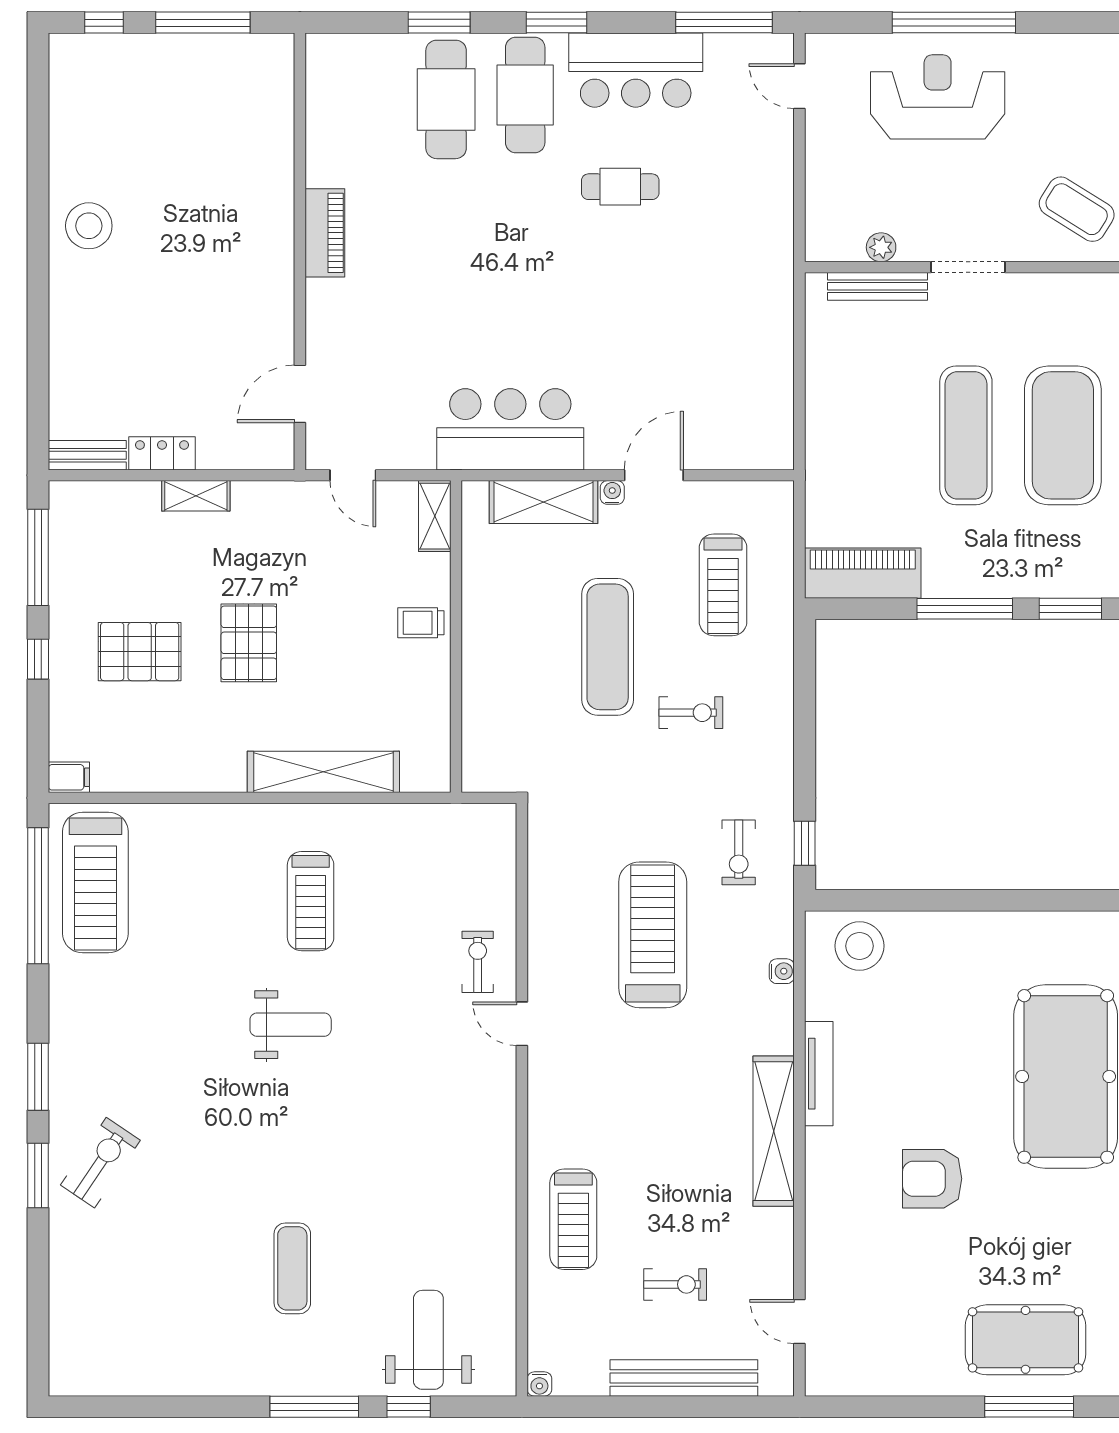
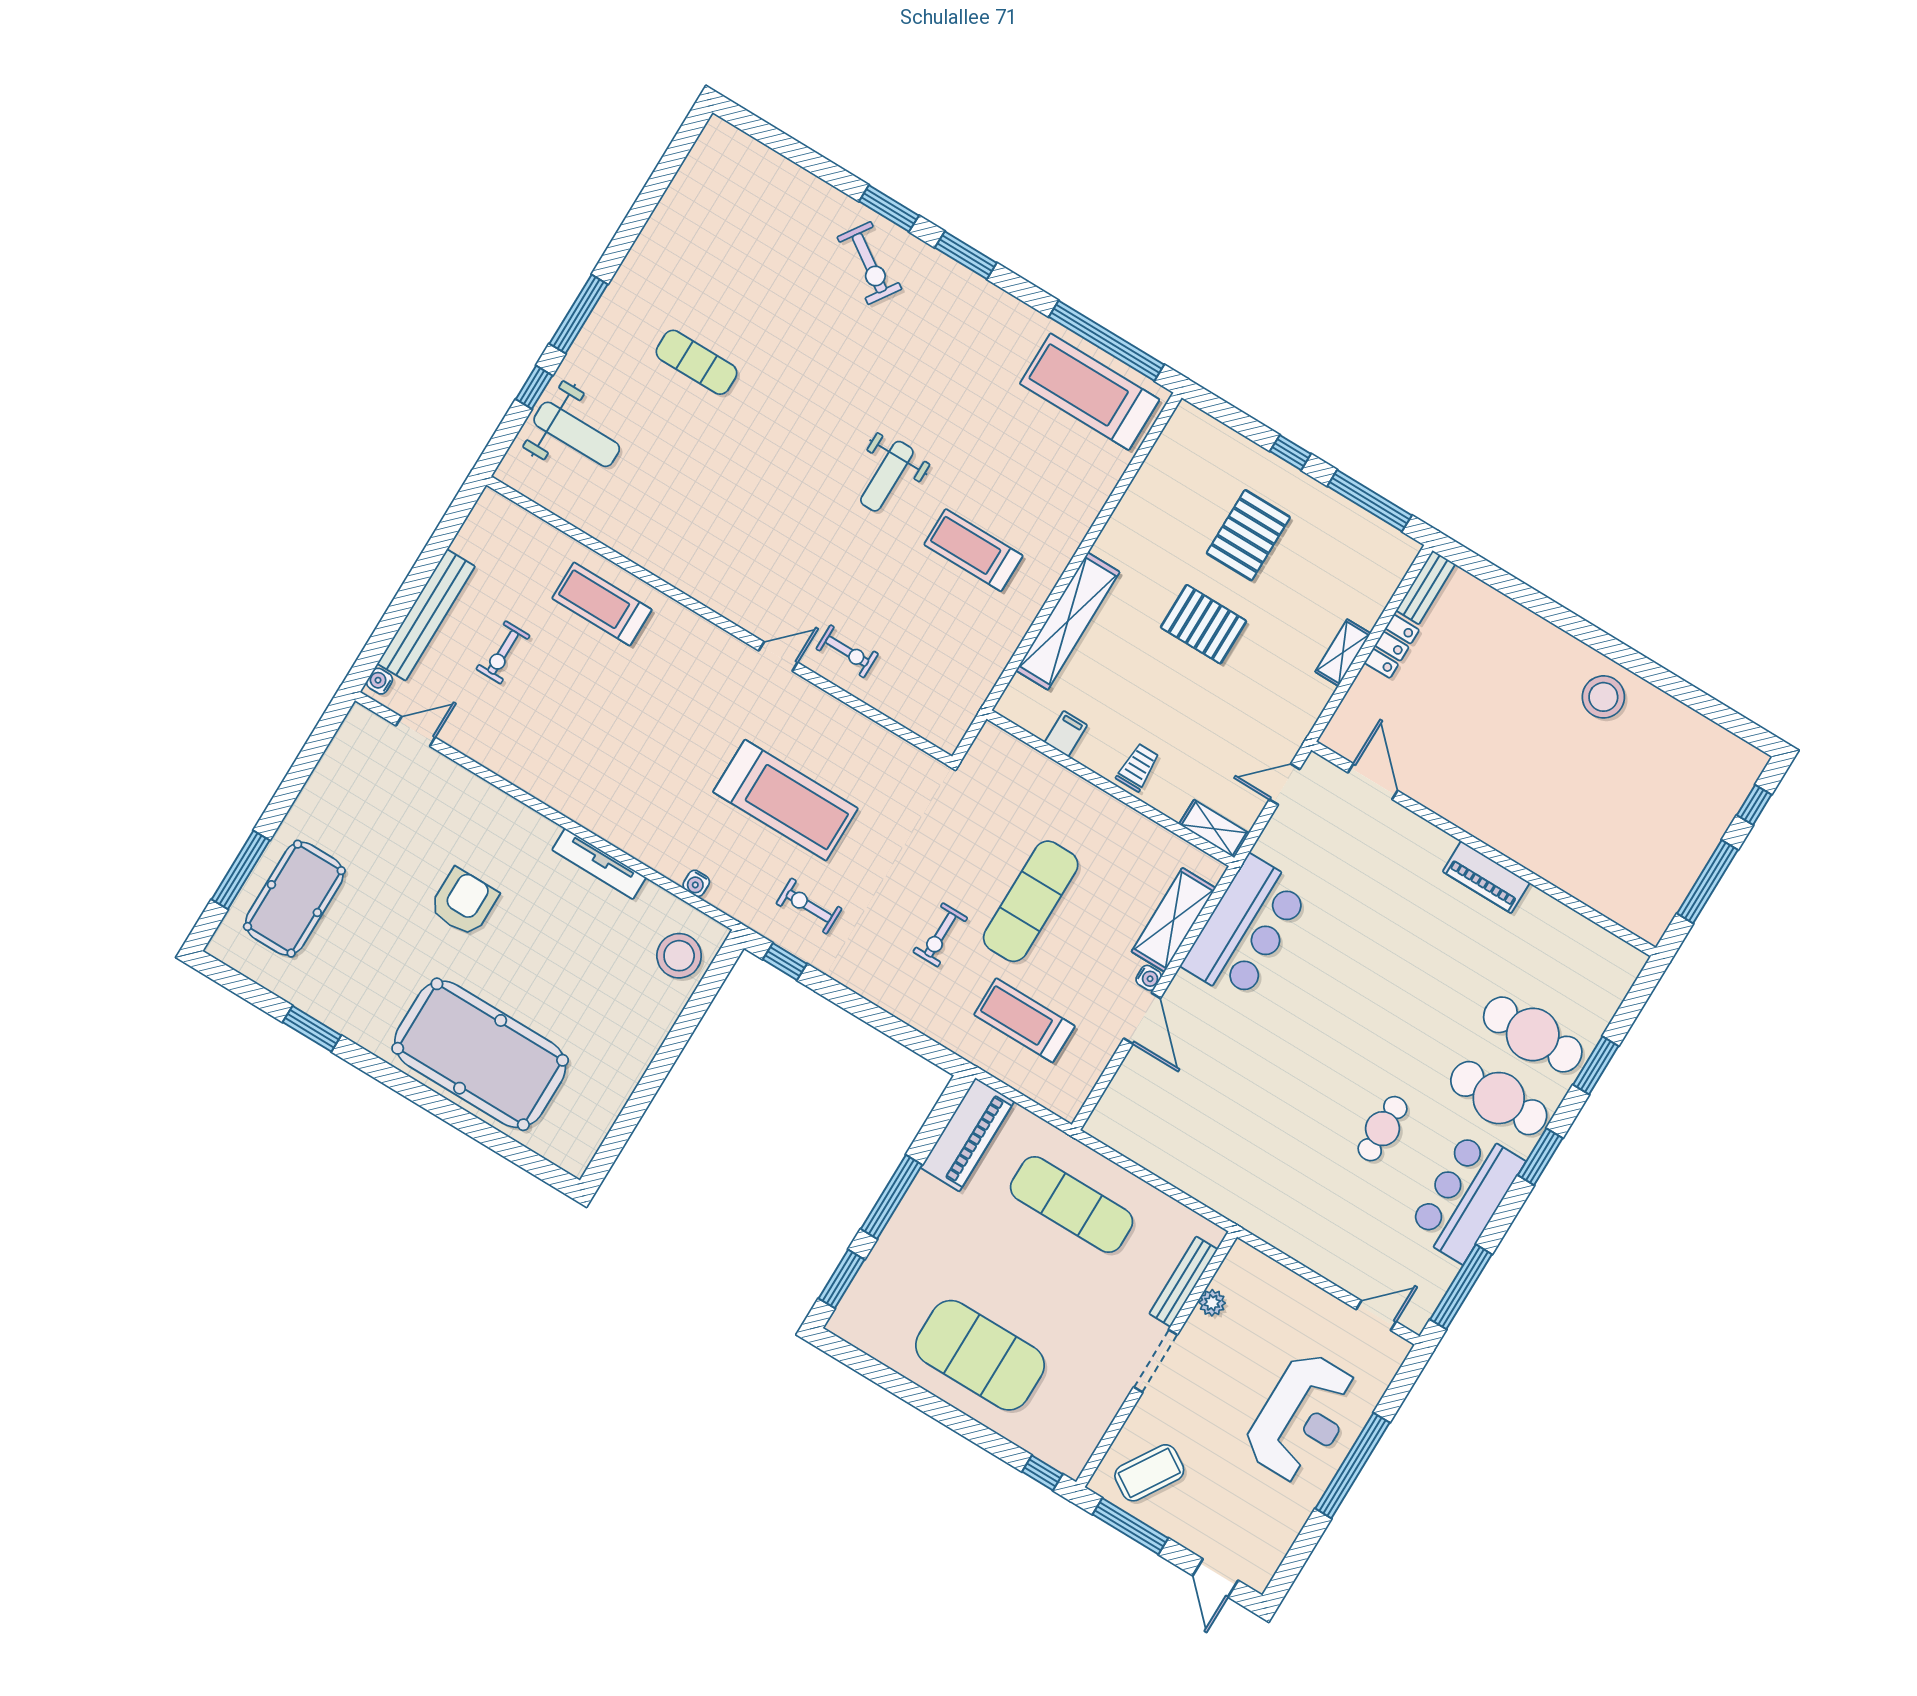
exercise mat: (966, 435) -> (1072, 1205), moved
exercise mat: (608, 647) -> (1031, 901), turned 90
filing cabinet: (69, 777) -> (1066, 734), moved, turned 180
shelving: (774, 1131) -> (576, 801), removed
water cooler: (539, 1384) -> (380, 681), moved

